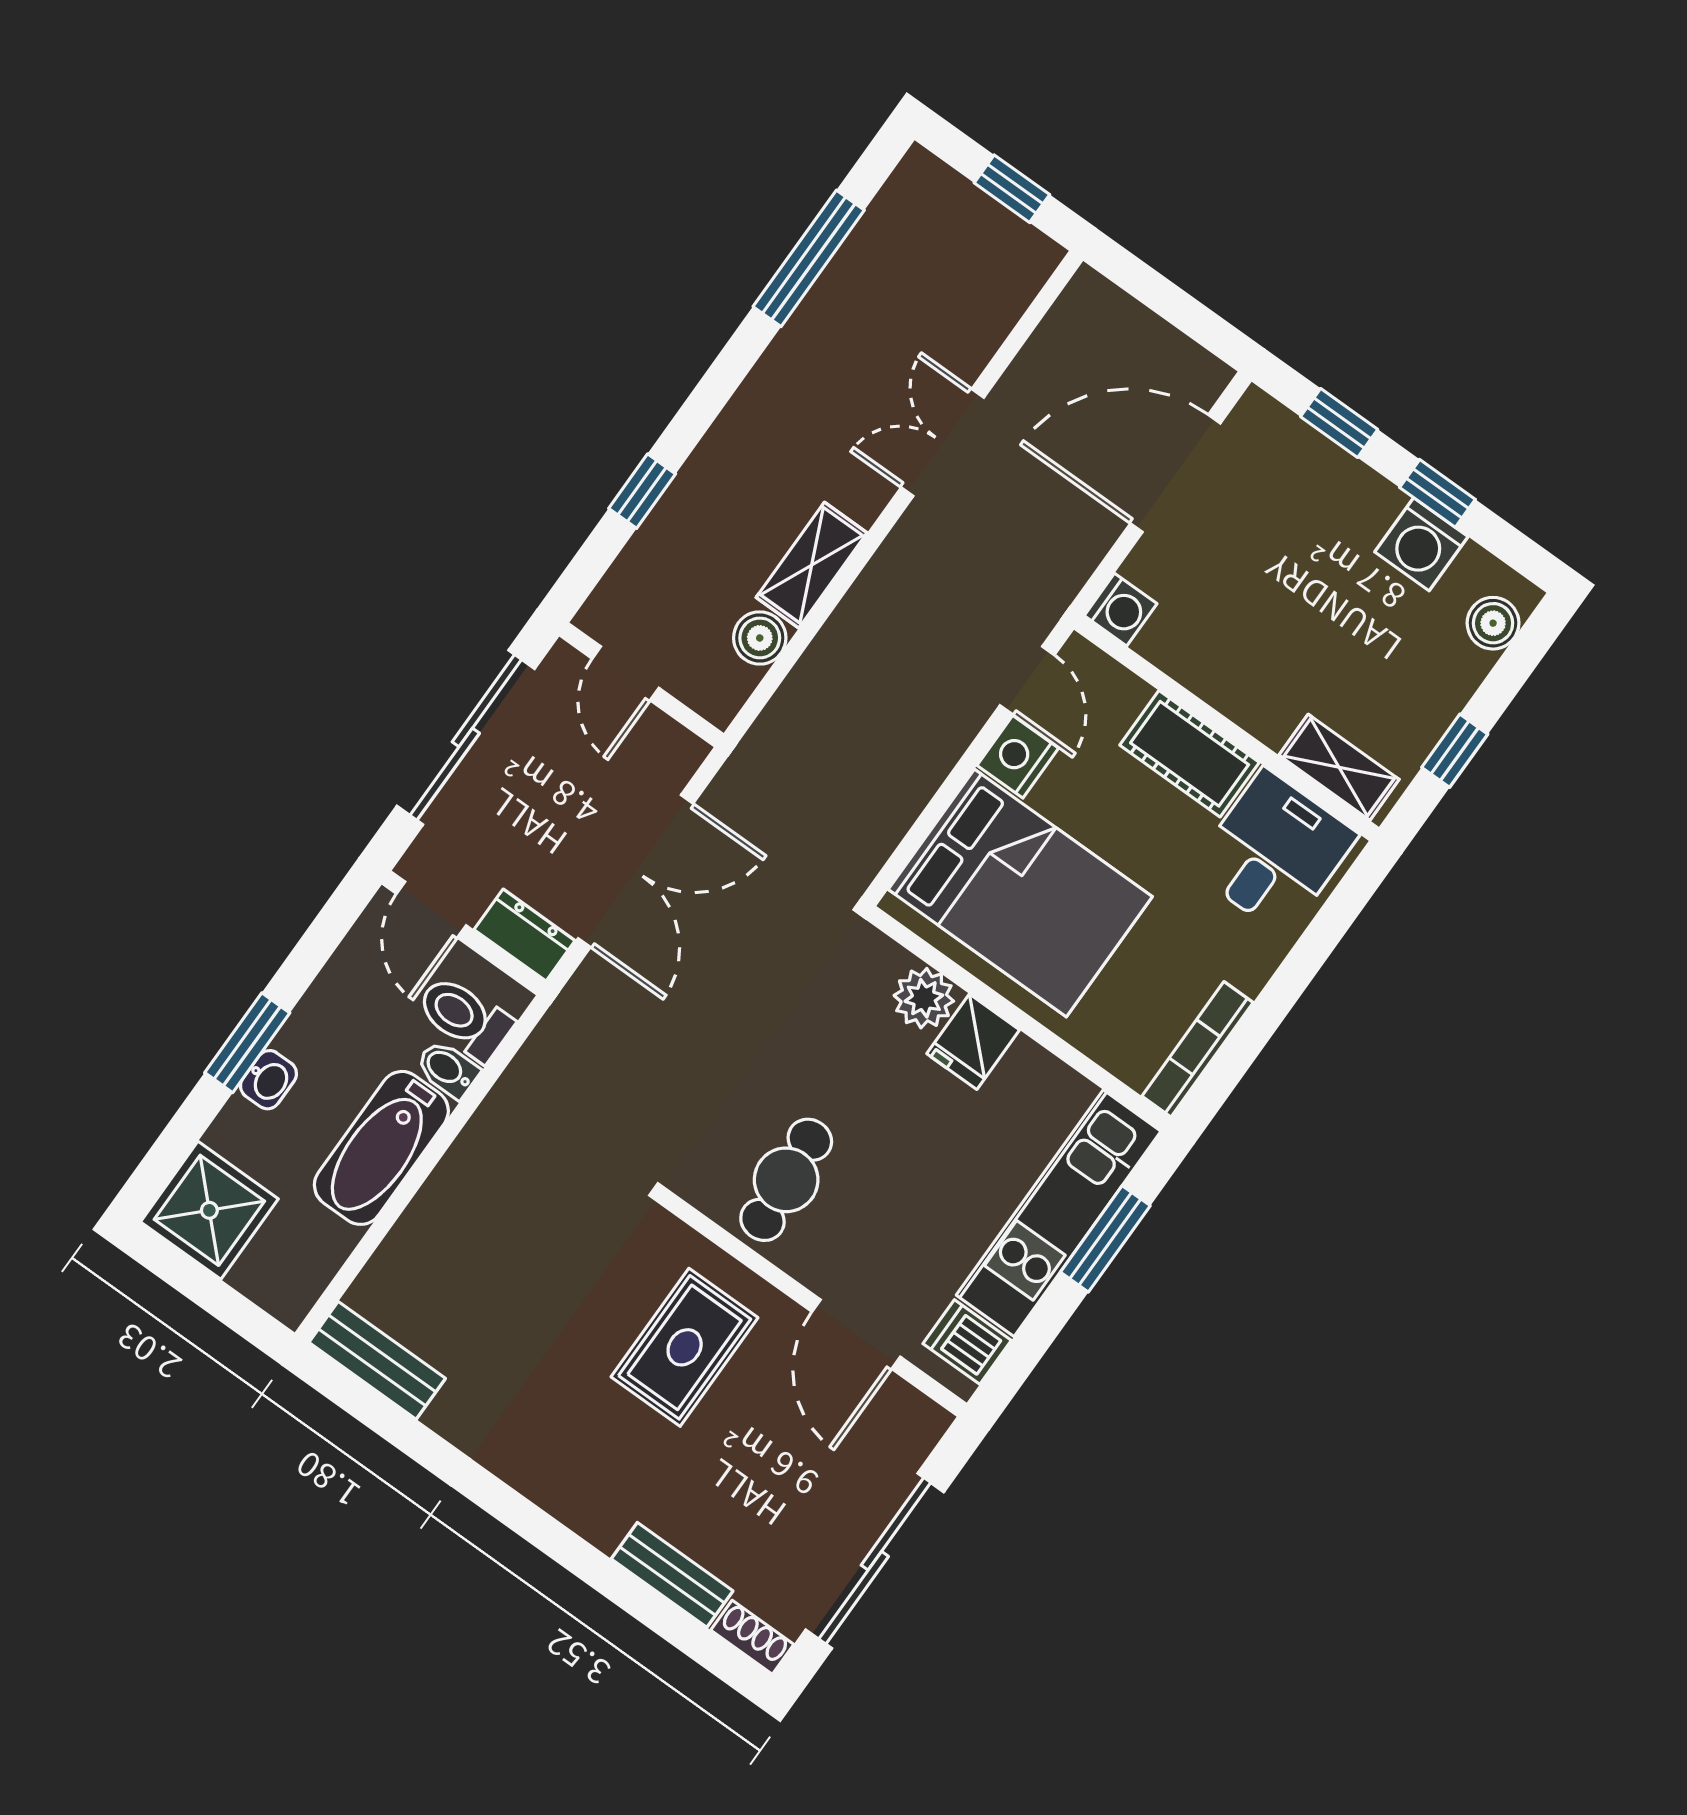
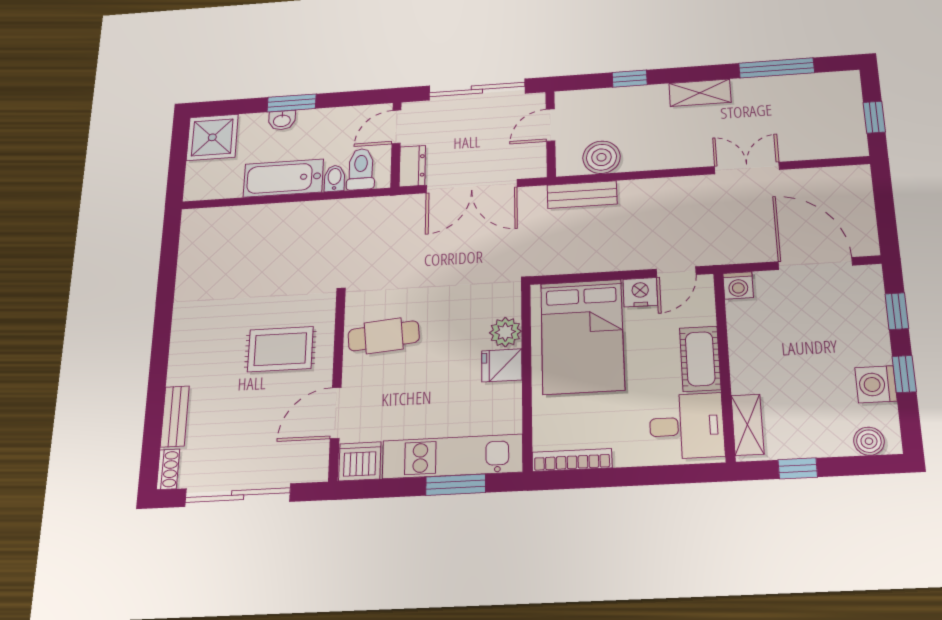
shelving: (812, 565) -> (700, 93), moved
boiler: (760, 638) -> (601, 157), width x1.36, depth x1.36
dishwasher: (967, 1342) -> (360, 461), width x1.38
bench: (377, 1360) -> (582, 195), moved, turned 90

